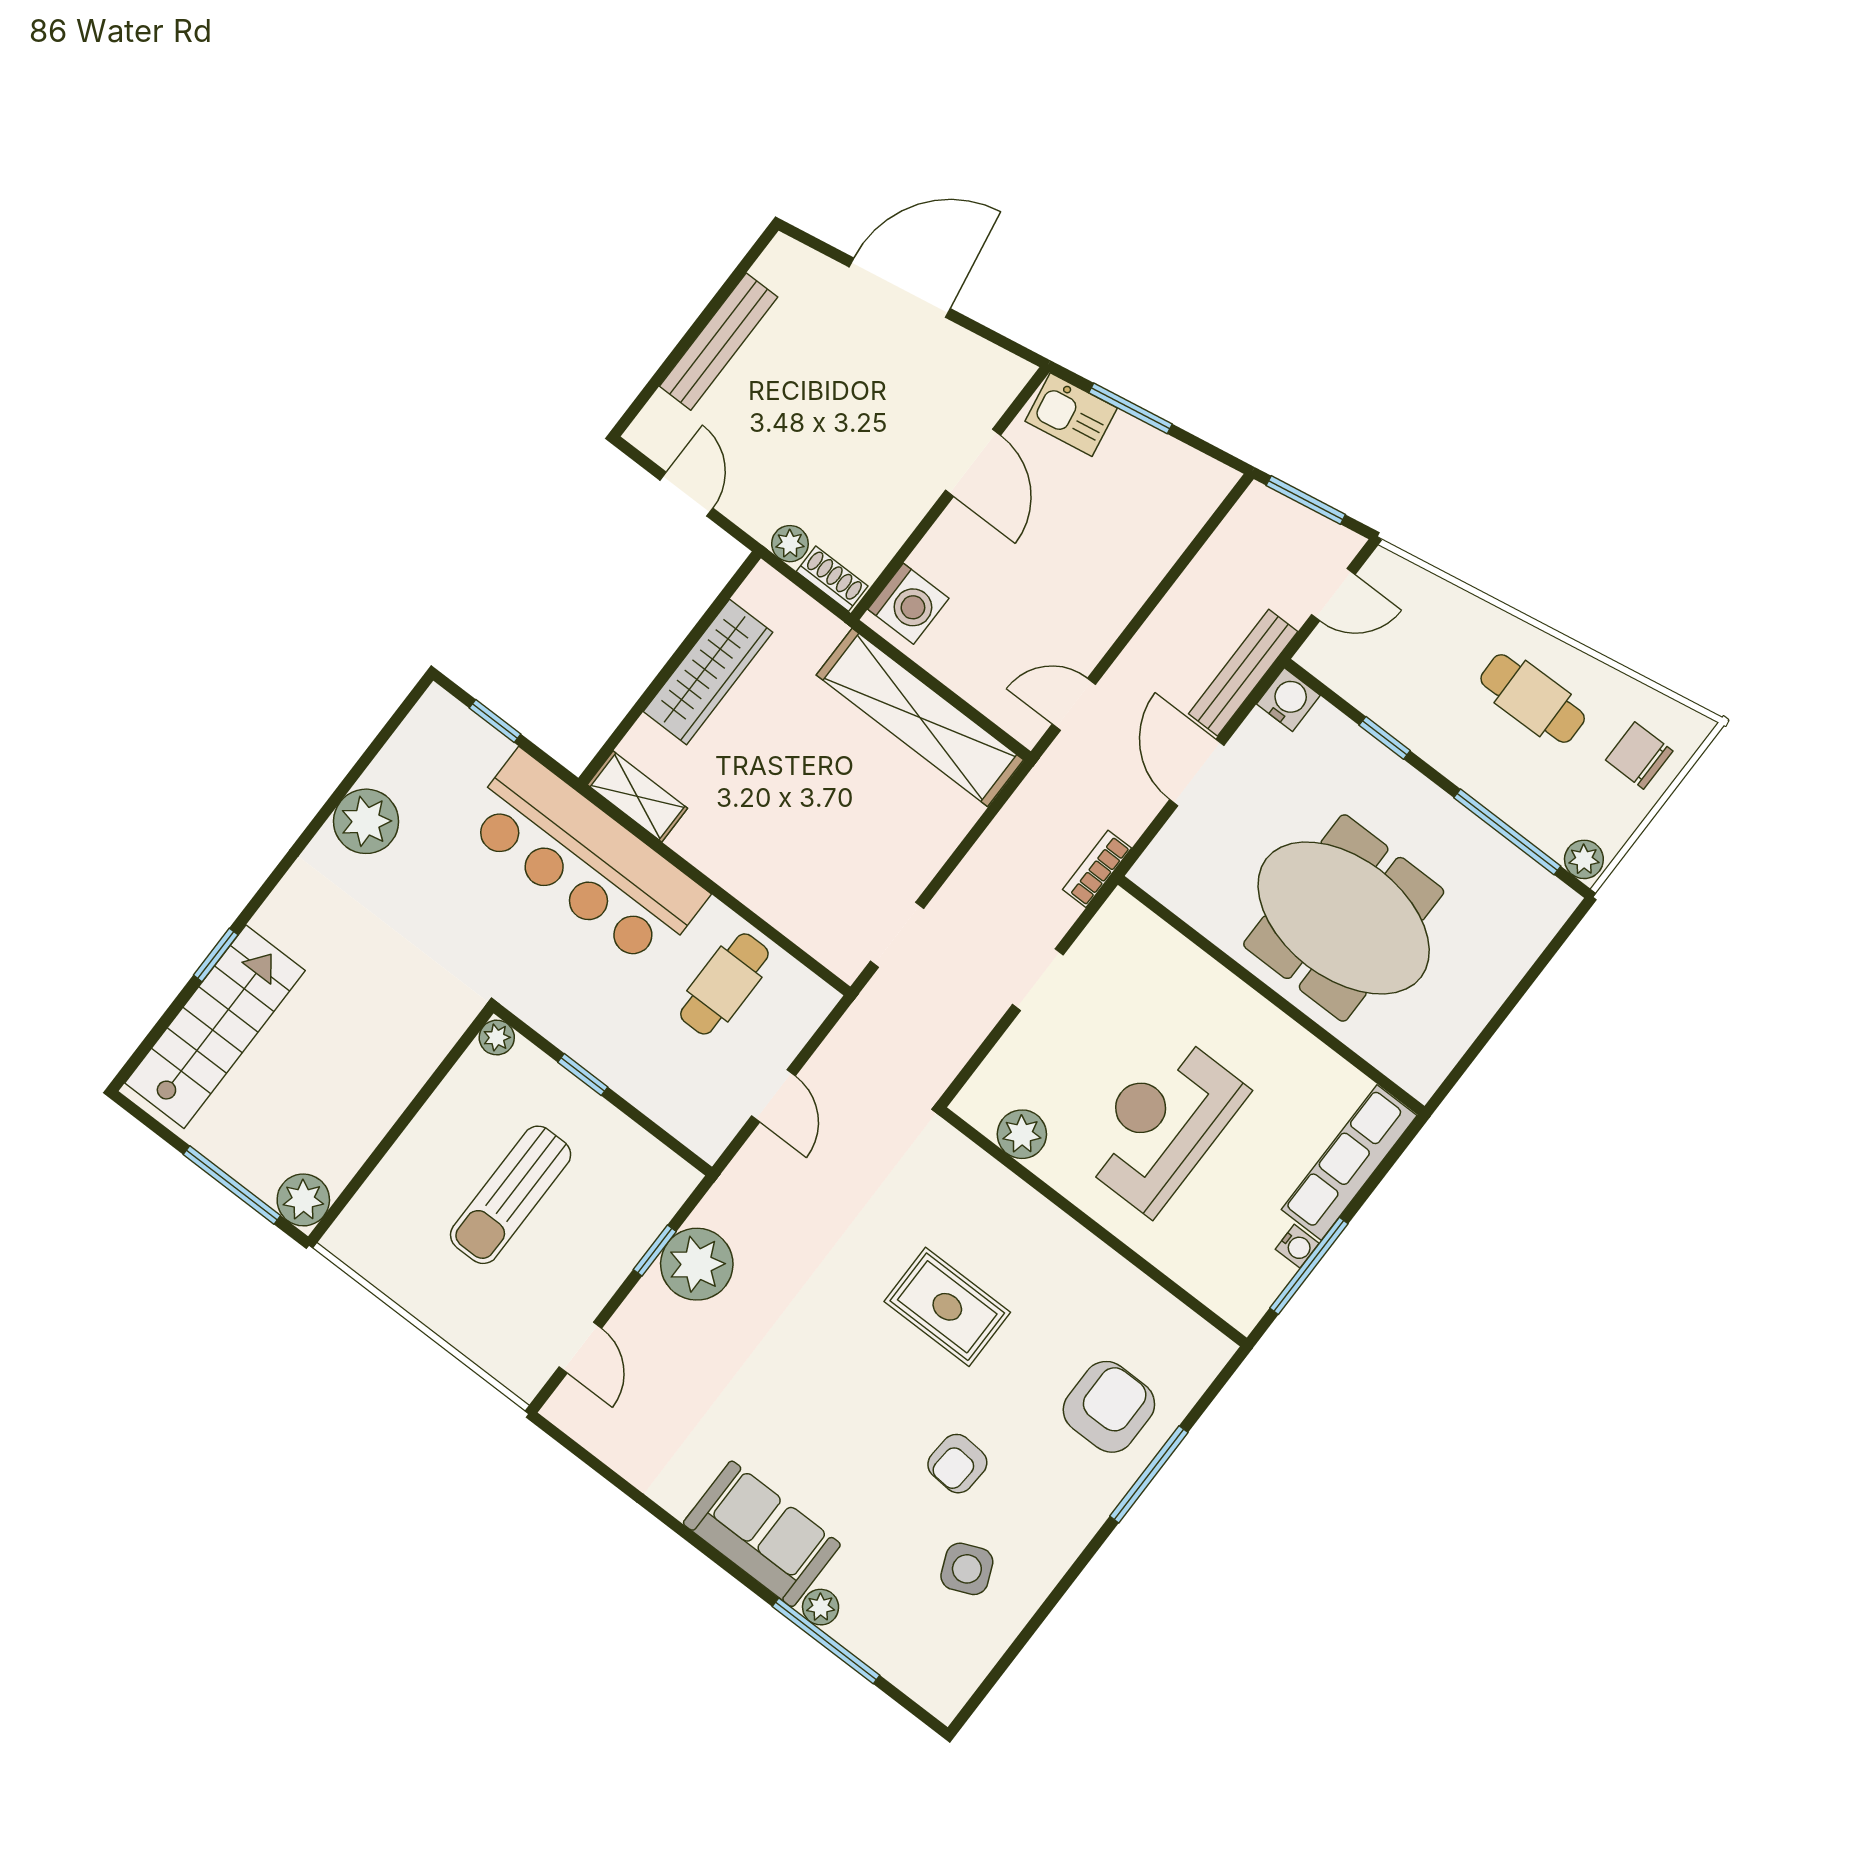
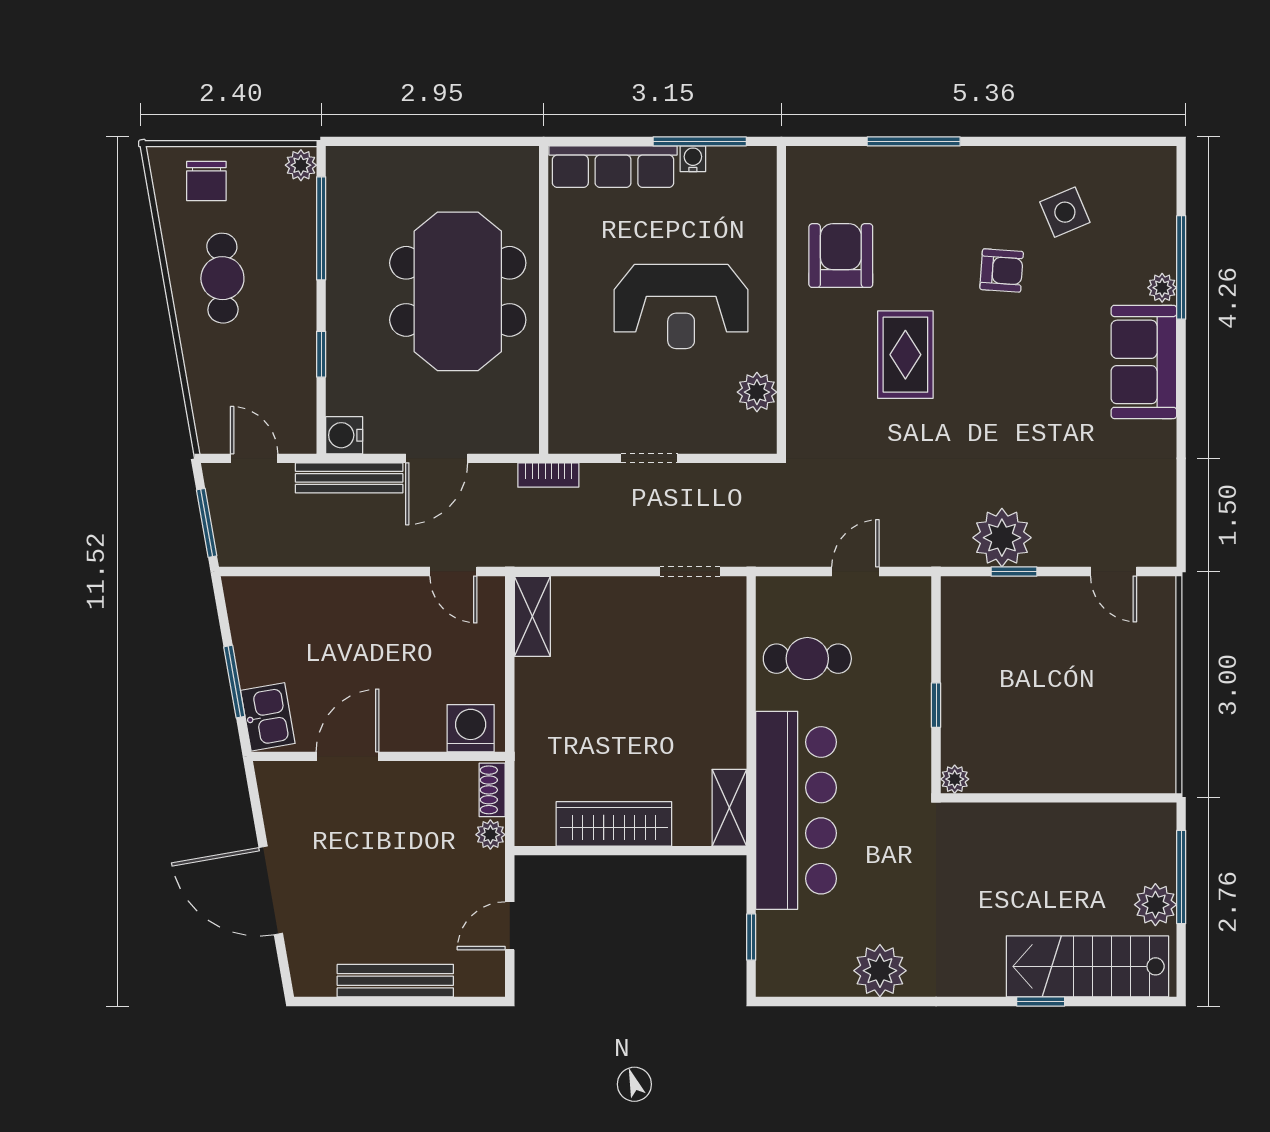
shelving: (920, 717) -> (532, 616), width x0.45, depth x0.75
sun lounger: (511, 1195) -> (1049, 692), removed
plant: (303, 1200) -> (1155, 905), moved
door: (580, 1348) -> (1114, 571), swing flipped
armchair: (1109, 1407) -> (841, 256), moved, turned 90

